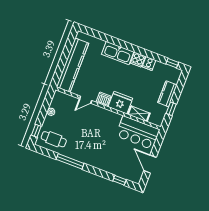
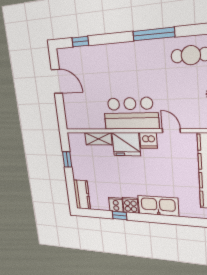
window: (172, 63) -> (120, 215), moved
kitchen counter: (167, 94) -> (82, 195), moved
door: (86, 100) -> (171, 131), hinge flipped
bar counter: (138, 133) -> (131, 114), moved

